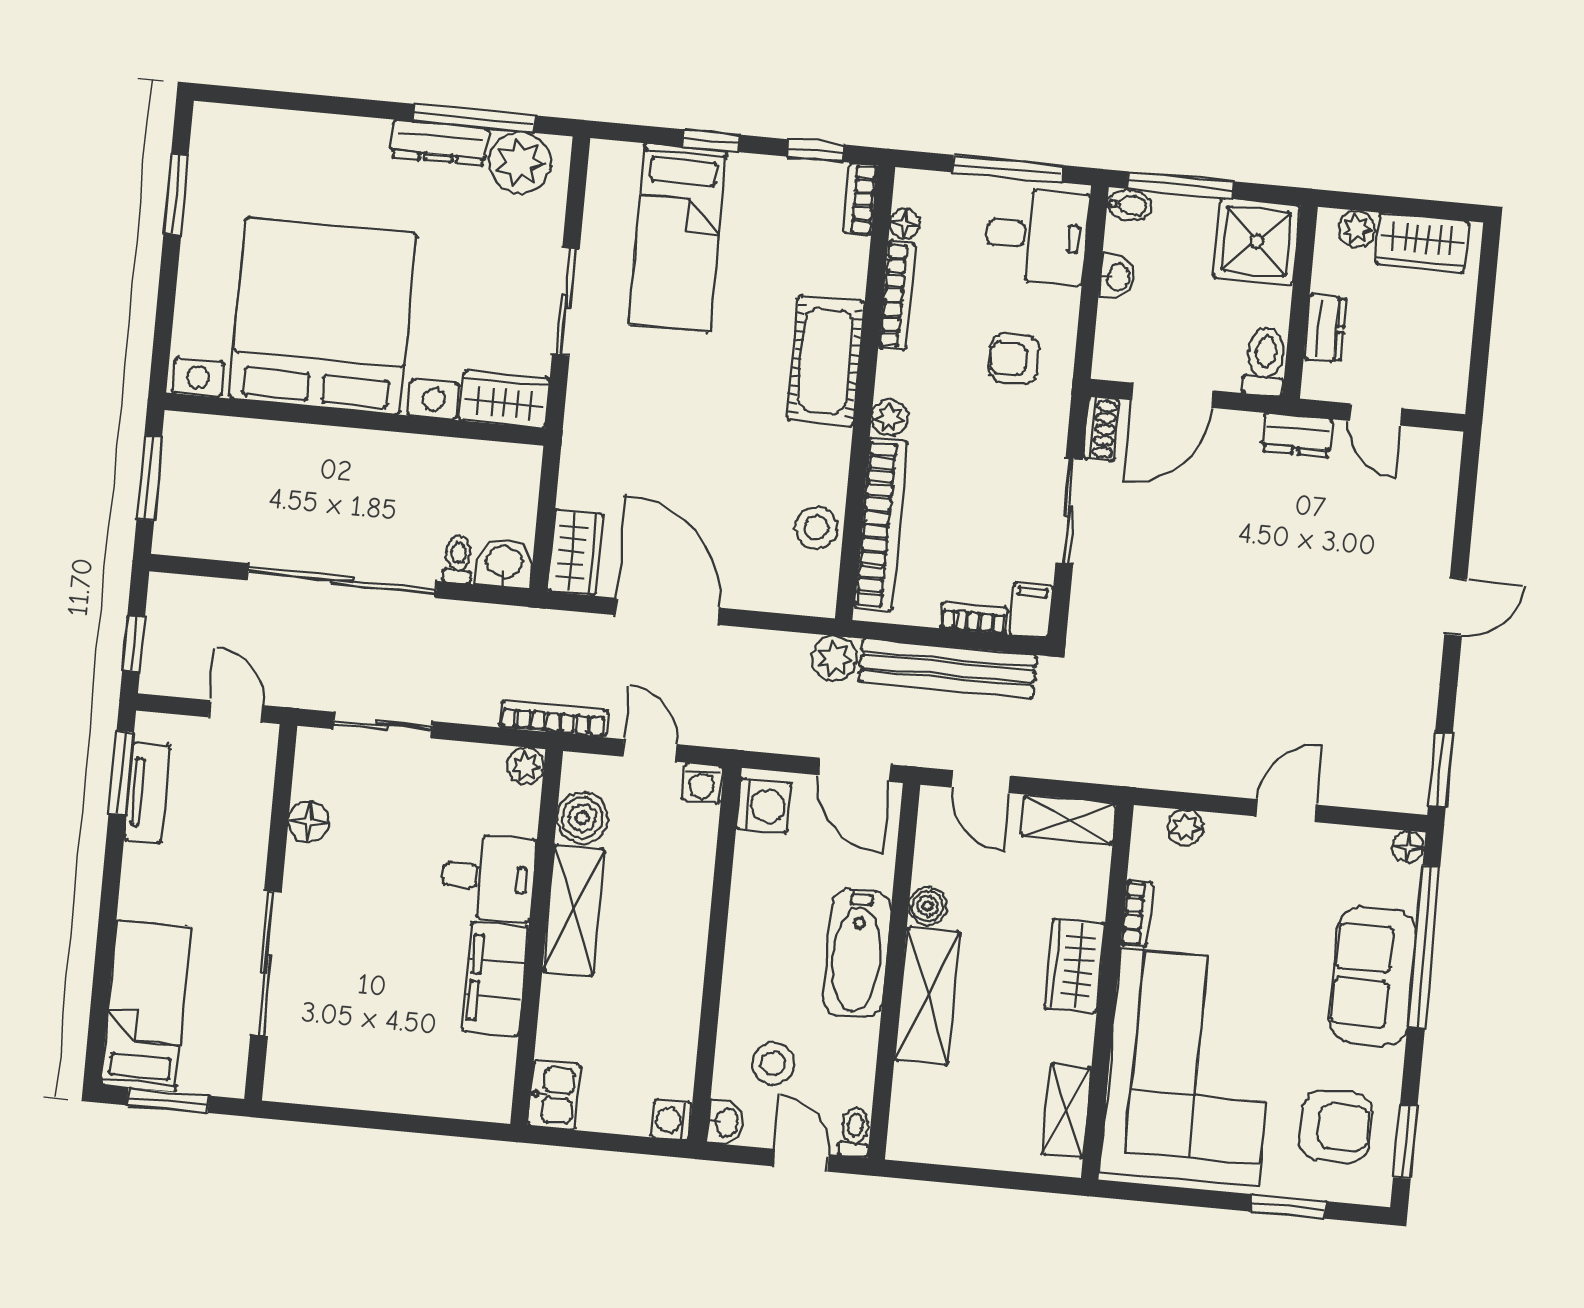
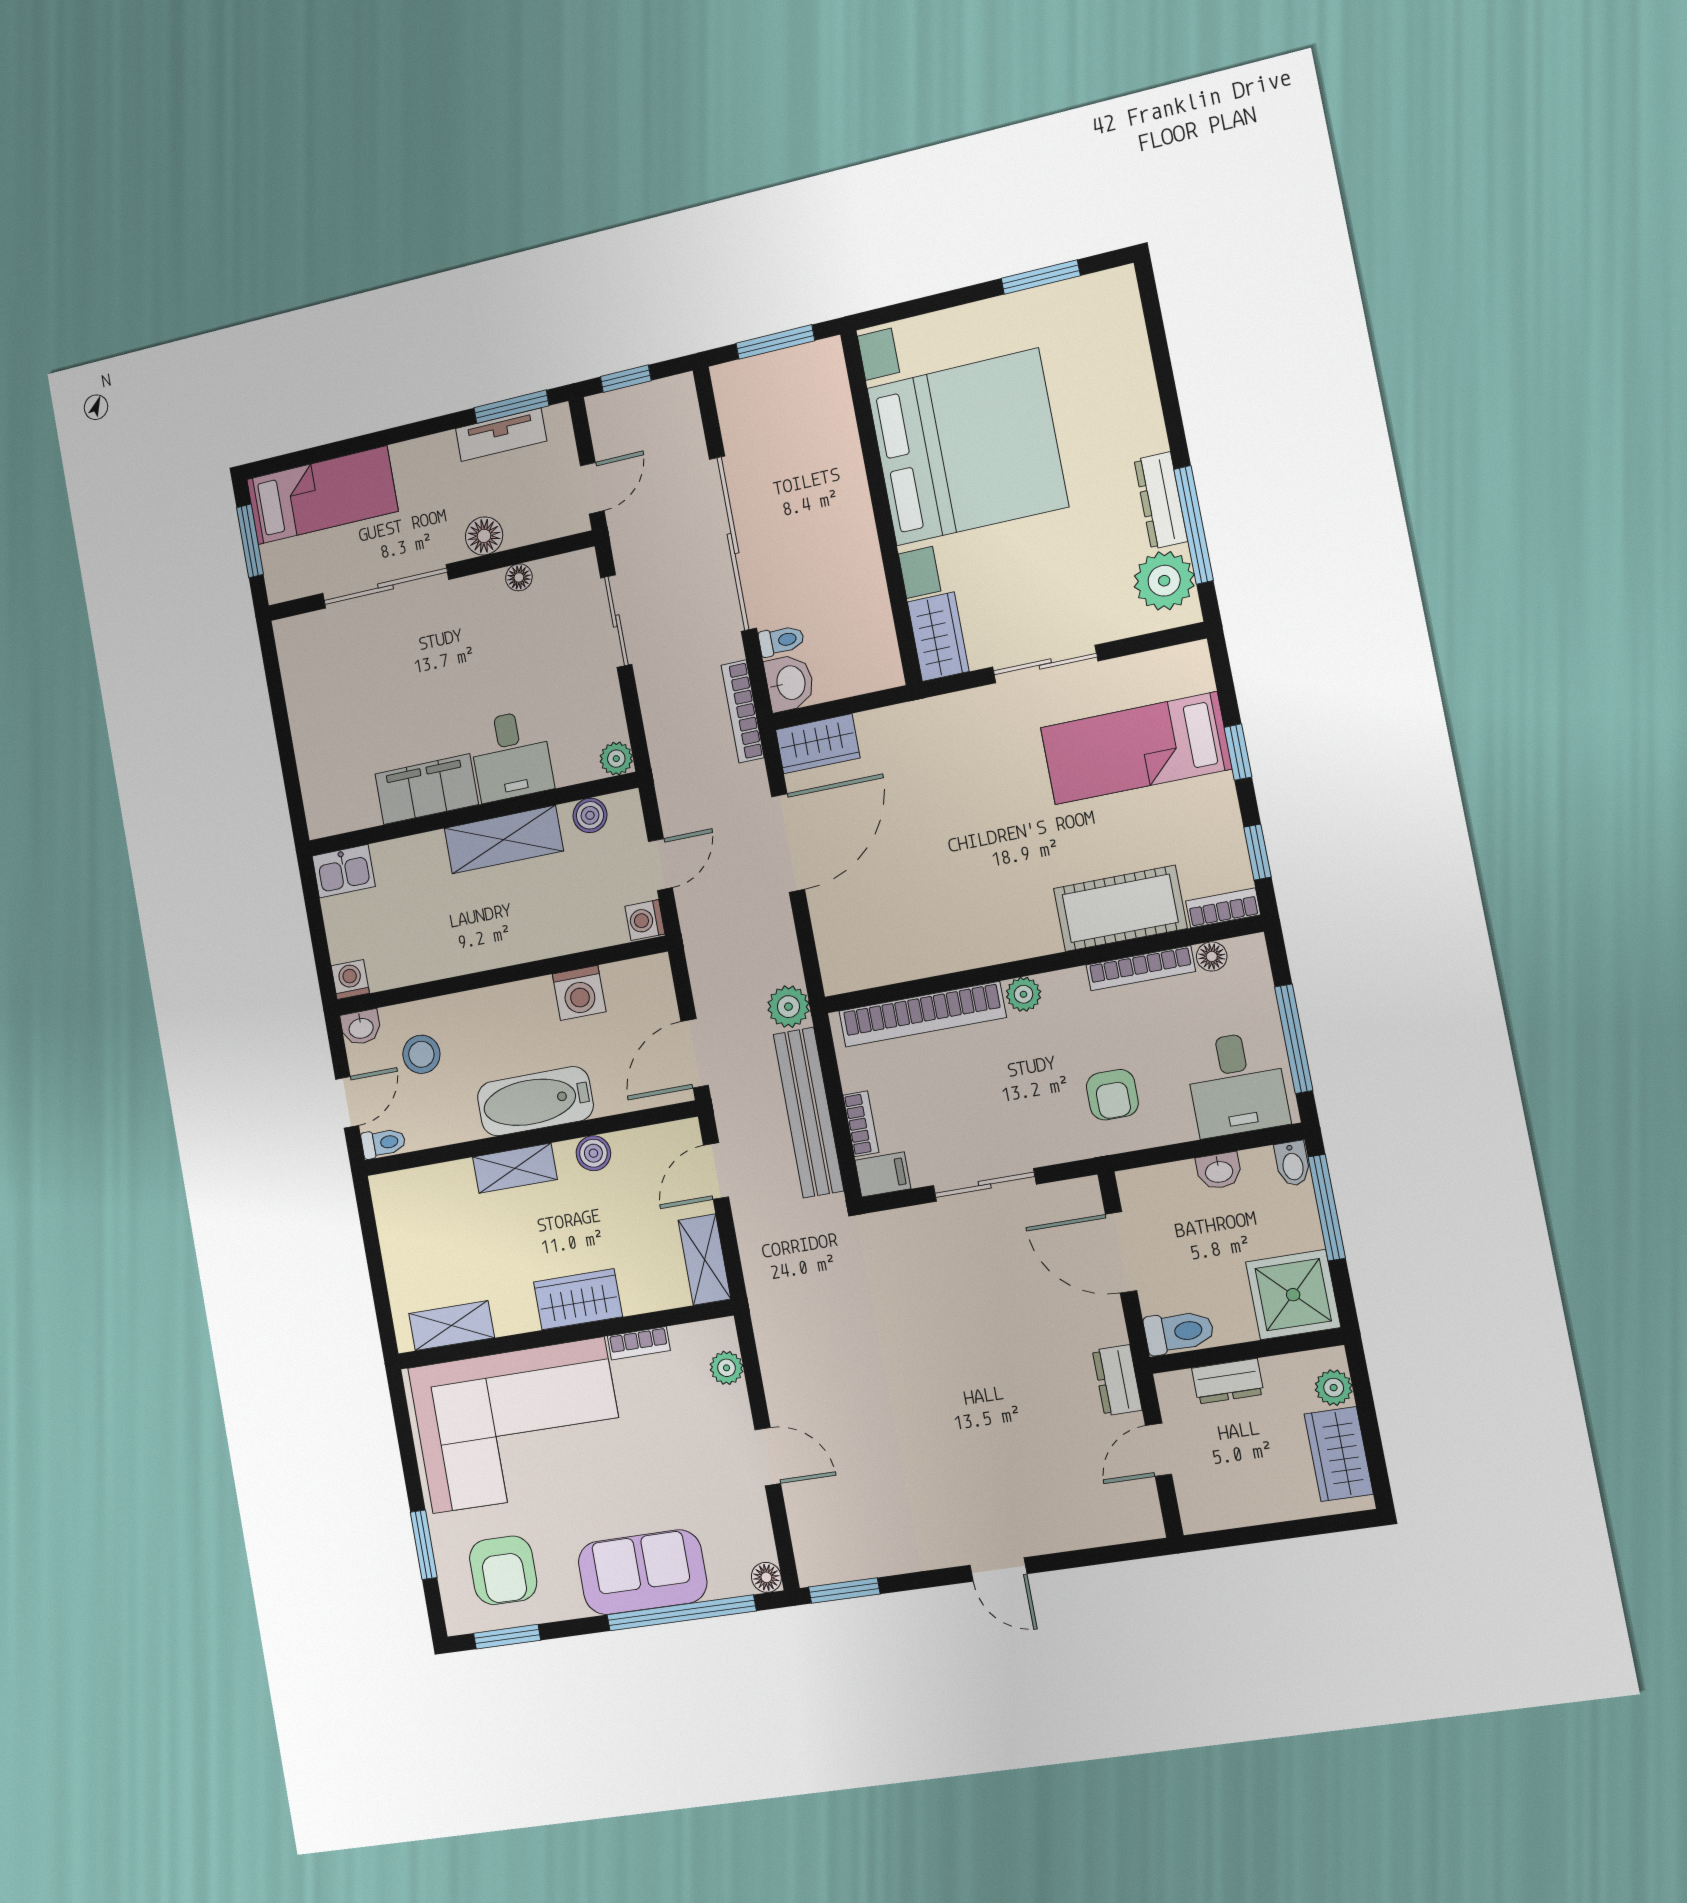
armchair: (1014, 359) -> (1112, 1095), turned 180
cot: (826, 361) -> (1120, 908), moved
shoe rack: (1101, 429) -> (1070, 1194), removed
stool: (816, 528) -> (902, 956), removed
bookcase: (553, 719) -> (743, 711), moved, turned 180
washing machine: (764, 806) -> (579, 993), moved
boiler: (582, 818) -> (590, 815), width x0.73, depth x0.73
floor lamp: (309, 822) -> (519, 577), width x0.73, depth x0.73
floor lamp: (248, 841) -> (484, 536), added
shelving: (927, 996) -> (515, 1168), width x0.67, depth x0.75

